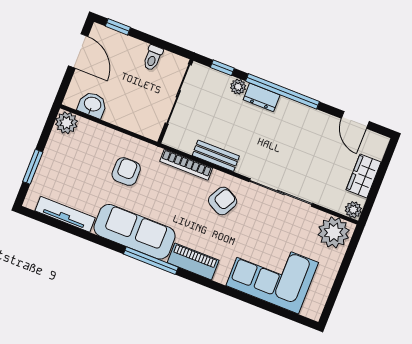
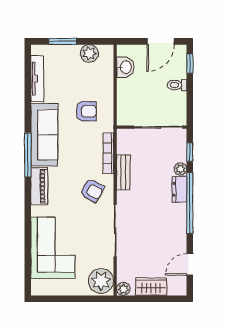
toilet: (153, 58) -> (177, 85), moved
plant: (66, 123) -> (89, 53), moved

